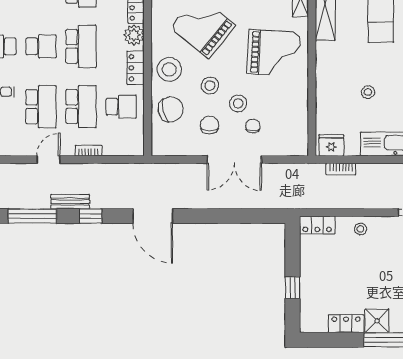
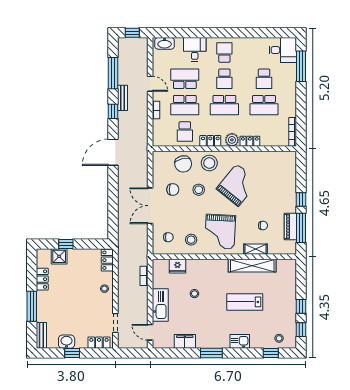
stool: (238, 103) -> (191, 240), moved
school desk: (41, 107) -> (185, 79), turned 180
chair: (253, 126) -> (168, 237), moved
fridge: (331, 145) -> (177, 266), moved, turned 90
shower: (377, 321) -> (59, 256), moved

